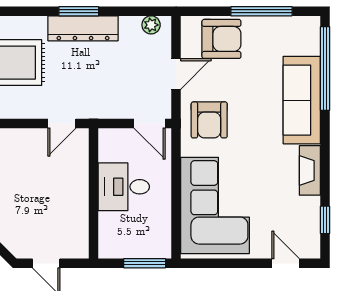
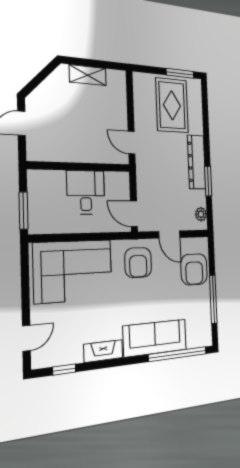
window: (79, 11) -> (208, 181), moved
armchair: (209, 120) -> (138, 263), turned -90
door: (149, 123) -> (134, 214), hinge flipped

